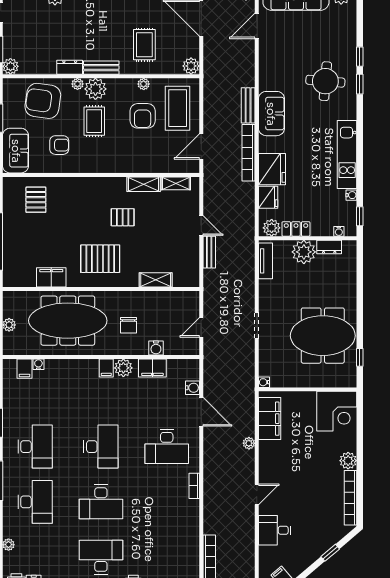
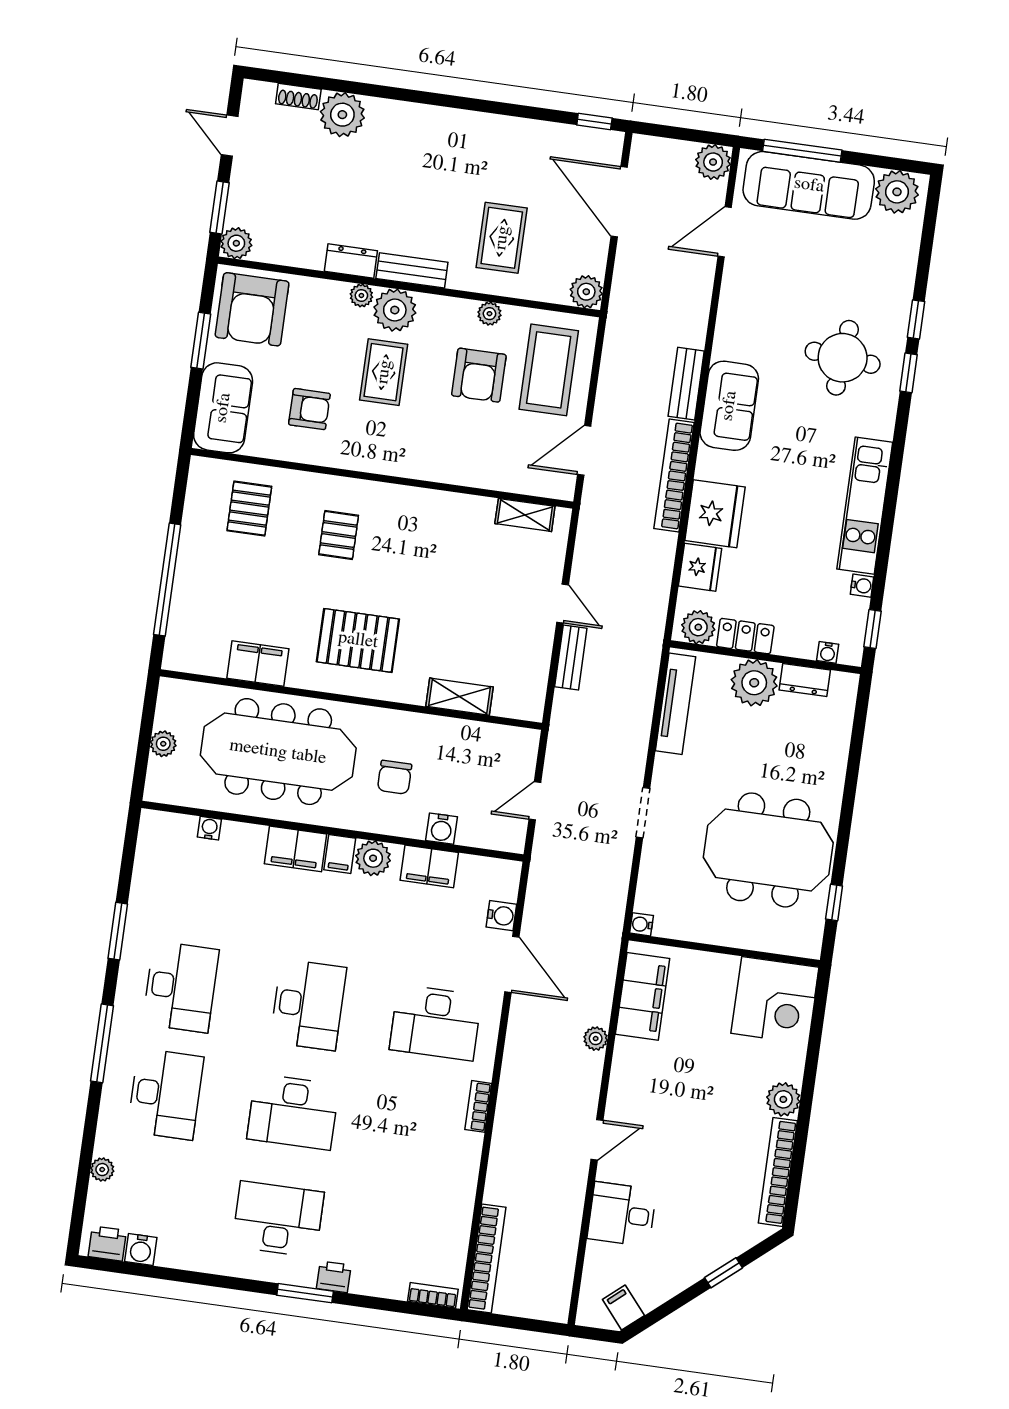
armchair: (43, 101) -> (252, 309), moved, turned -98
shelving: (144, 184) -> (462, 508), removed
pallet: (123, 217) -> (339, 535), moved, turned 90
tv unit: (265, 261) -> (676, 704), width x1.41
filing cabinet: (24, 369) -> (296, 849), moved, width x2.00

